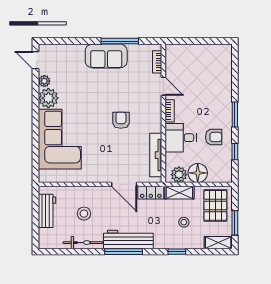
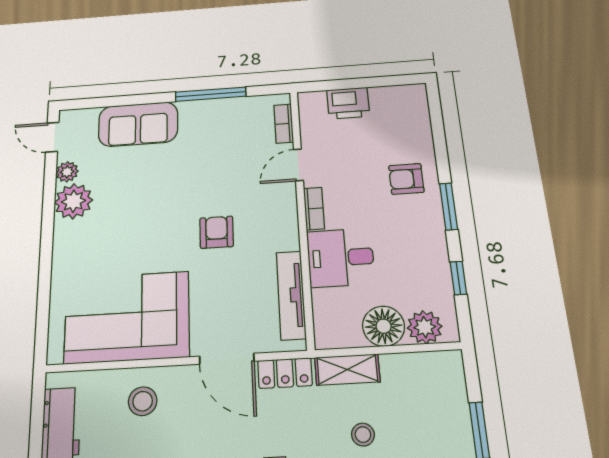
printer: (191, 53) -> (348, 103), added
sofa: (106, 56) -> (138, 124), moved
door: (163, 86) -> (298, 165), swing flipped
armchair: (214, 137) -> (406, 179), moved, turned 180
corner sofa: (60, 139) -> (127, 317), moved, turned -90
plant: (179, 175) -> (425, 327), moved
pallet: (215, 205) -> (430, 393), removed
stool: (84, 214) -> (143, 401), moved

